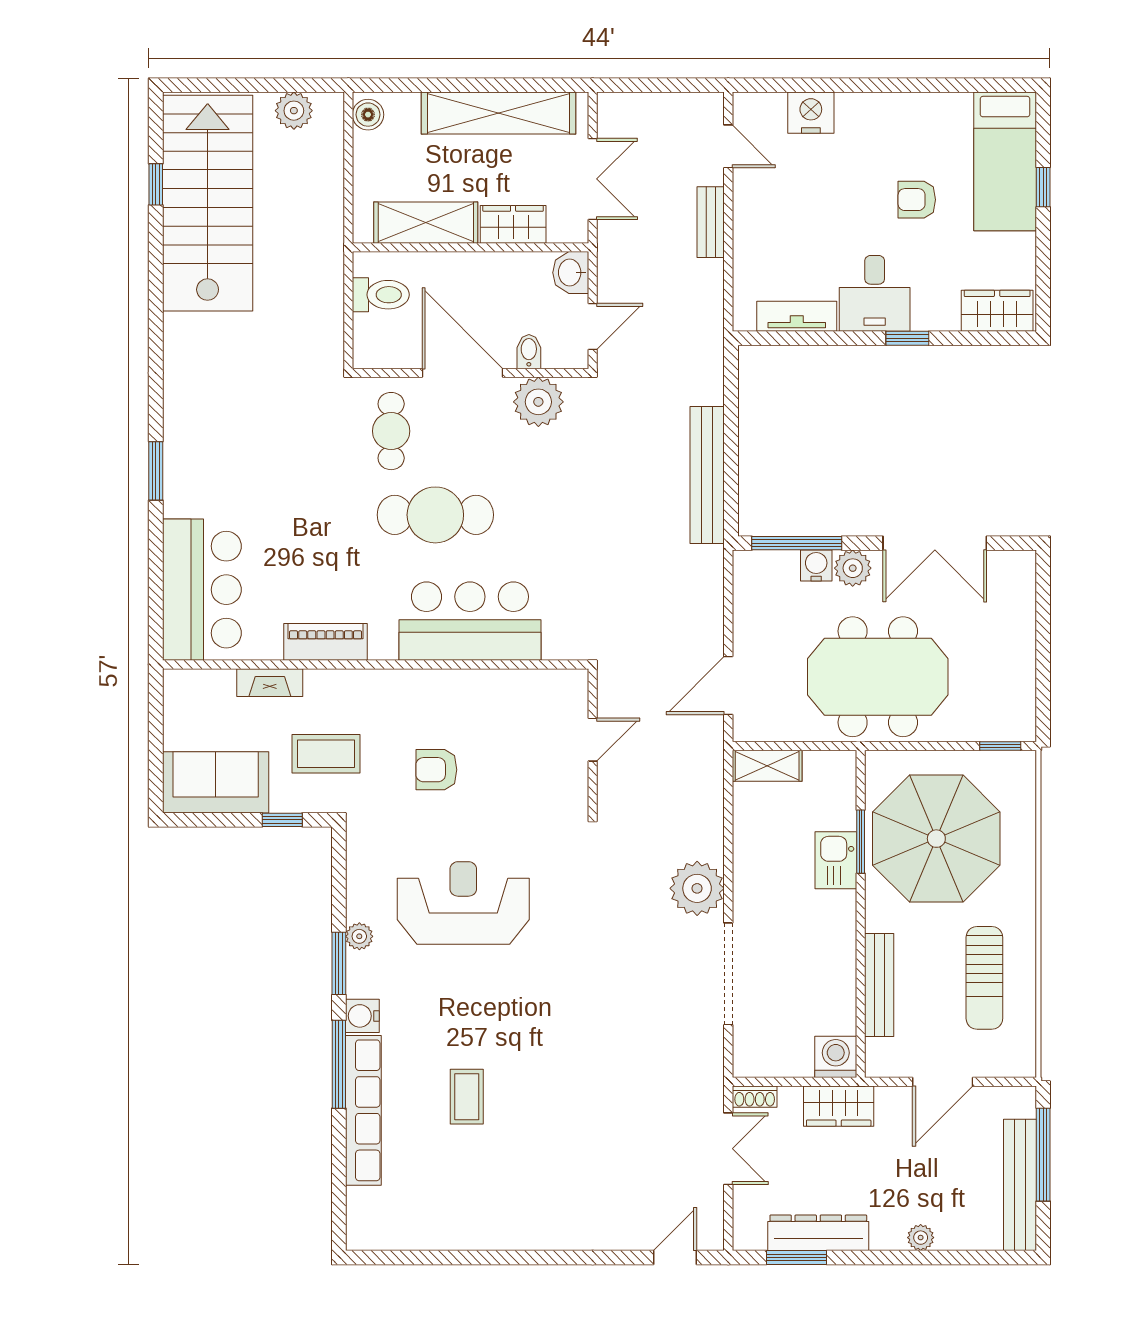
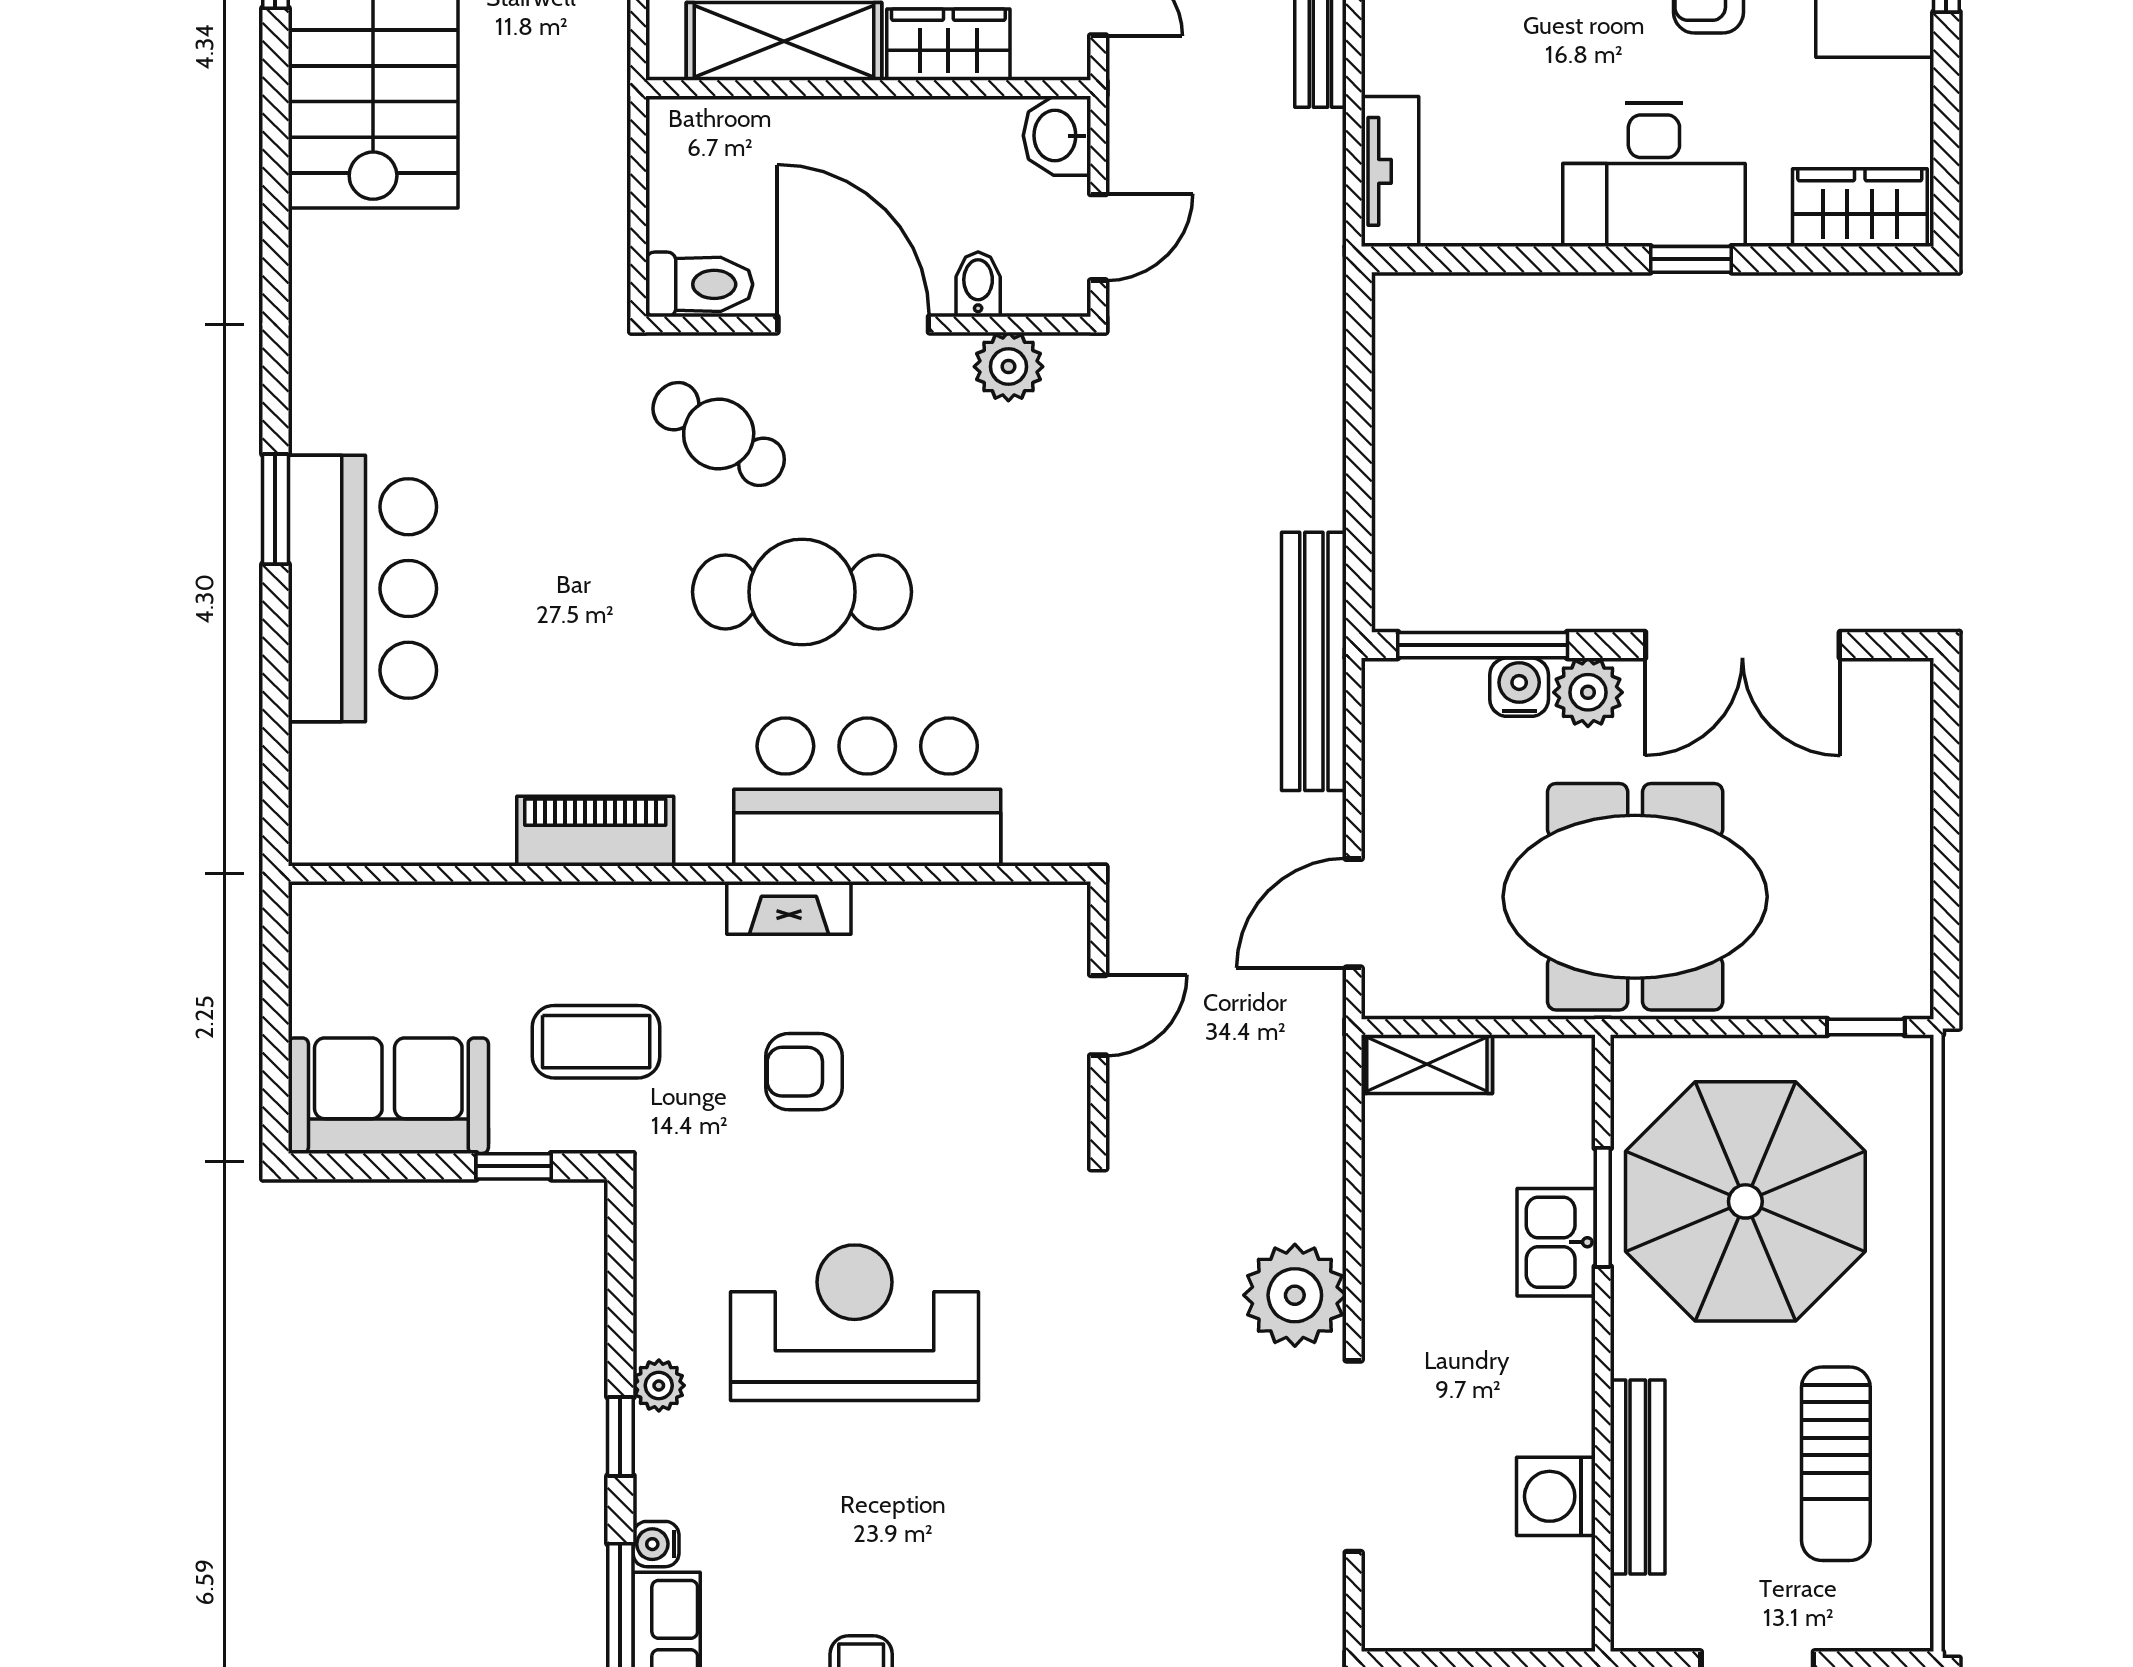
desk: (875, 293) -> (1654, 175), width x1.37
toilet: (381, 295) -> (699, 284), moved
tv unit: (797, 316) -> (1390, 171), moved, turned 90
plant: (538, 402) -> (1008, 367), width x0.73, depth x0.73
cafe table: (391, 431) -> (719, 434), turned -57
bench: (707, 475) -> (1314, 661), moved
bar counter: (202, 590) -> (362, 589), moved
fireplace: (270, 683) -> (789, 908), moved
window: (339, 963) -> (620, 1436), width x0.67
water cooler: (362, 1016) -> (656, 1544), width x0.72, depth x0.72
washing machine: (836, 1057) -> (1556, 1496), moved, turned -90

